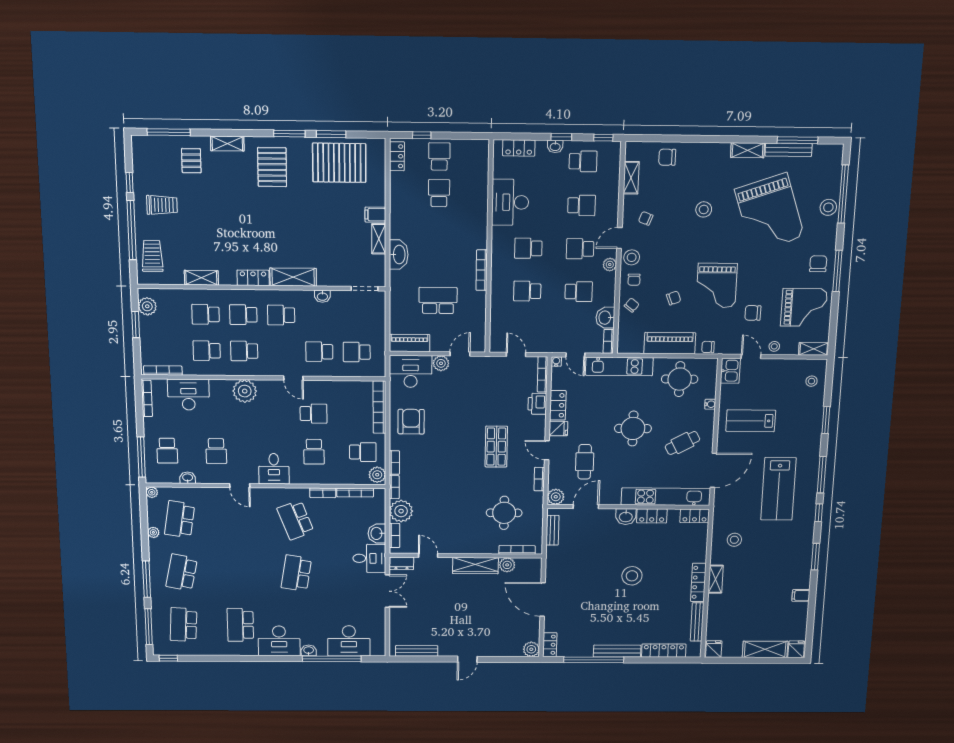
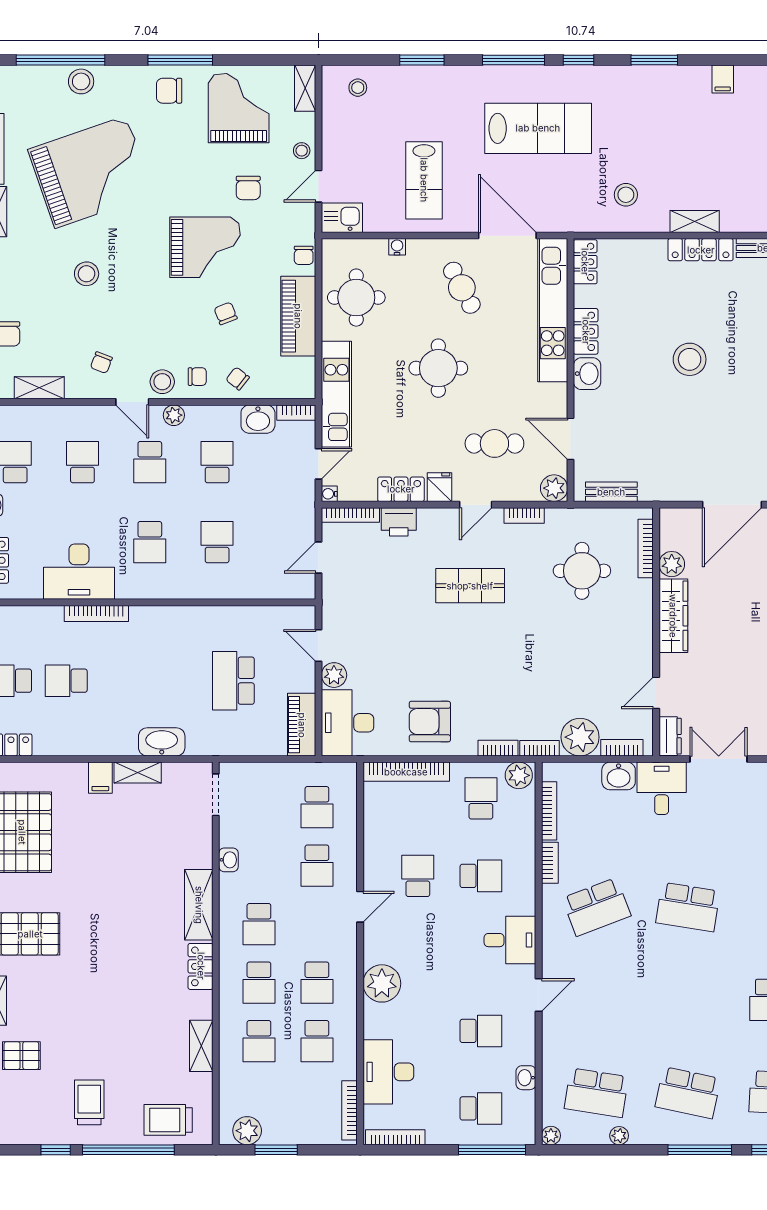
bookcase: (482, 270) -> (96, 614), moved
school desk: (527, 291) -> (217, 542), turned 180

